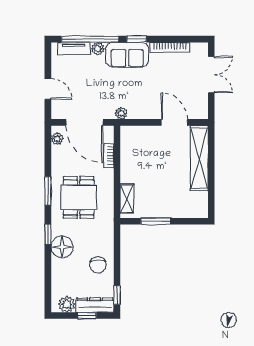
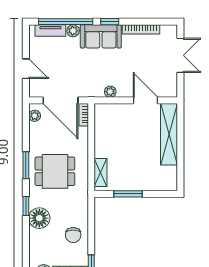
plant: (121, 113) -> (110, 92), moved
bookcase: (109, 156) -> (84, 115), moved
dining table: (79, 197) -> (55, 171), turned 90

